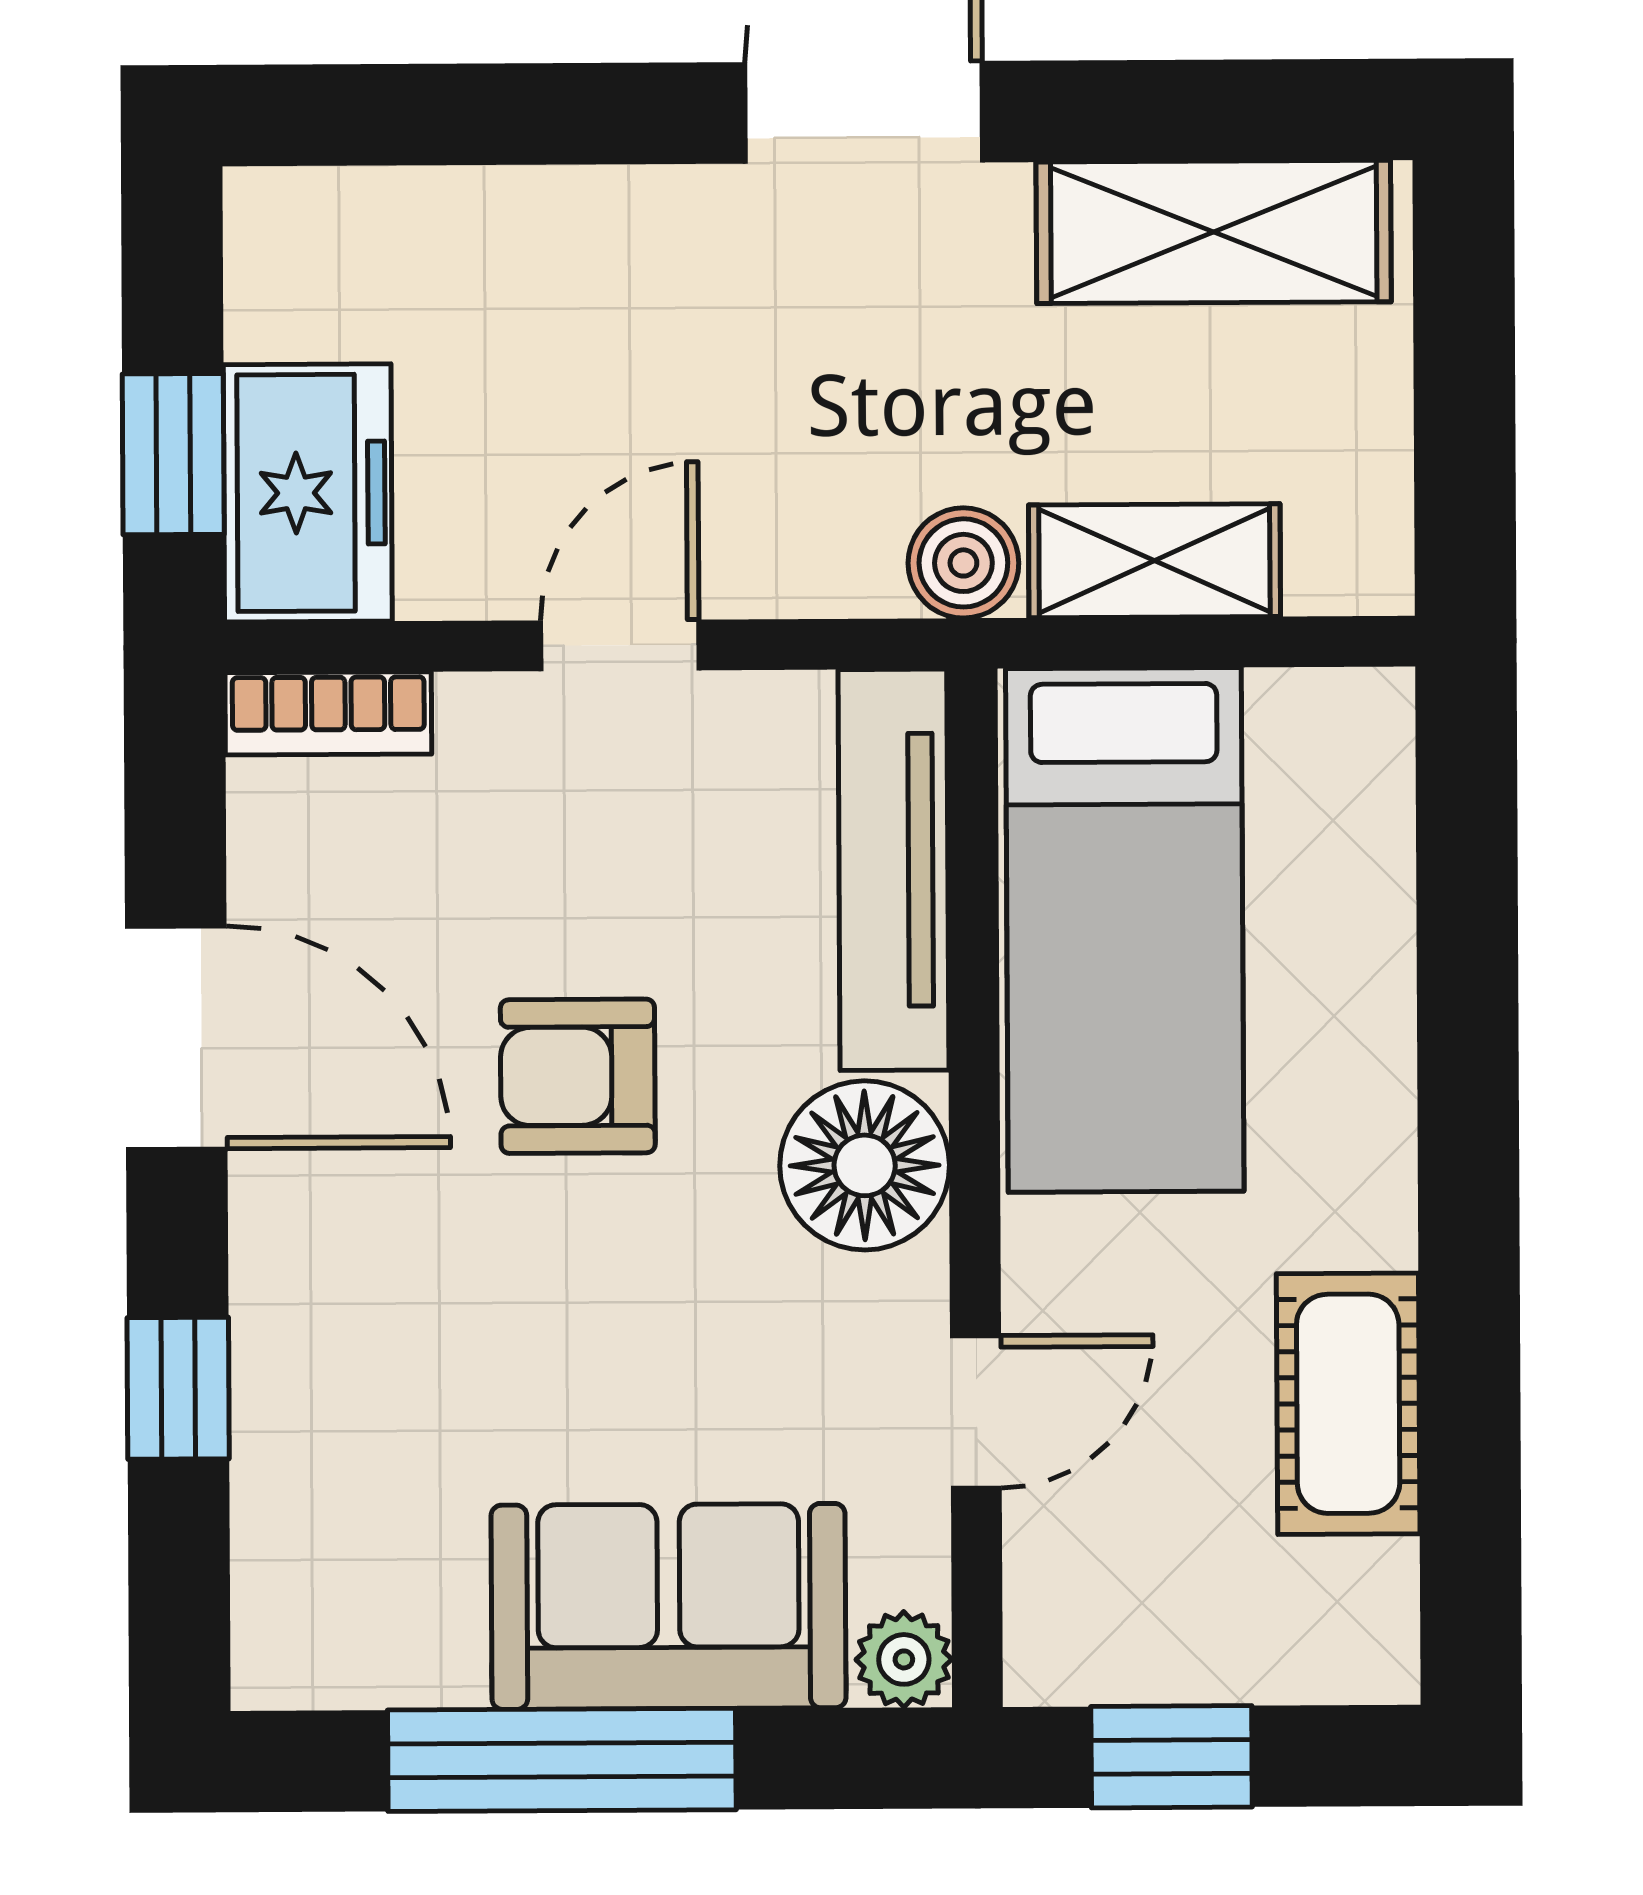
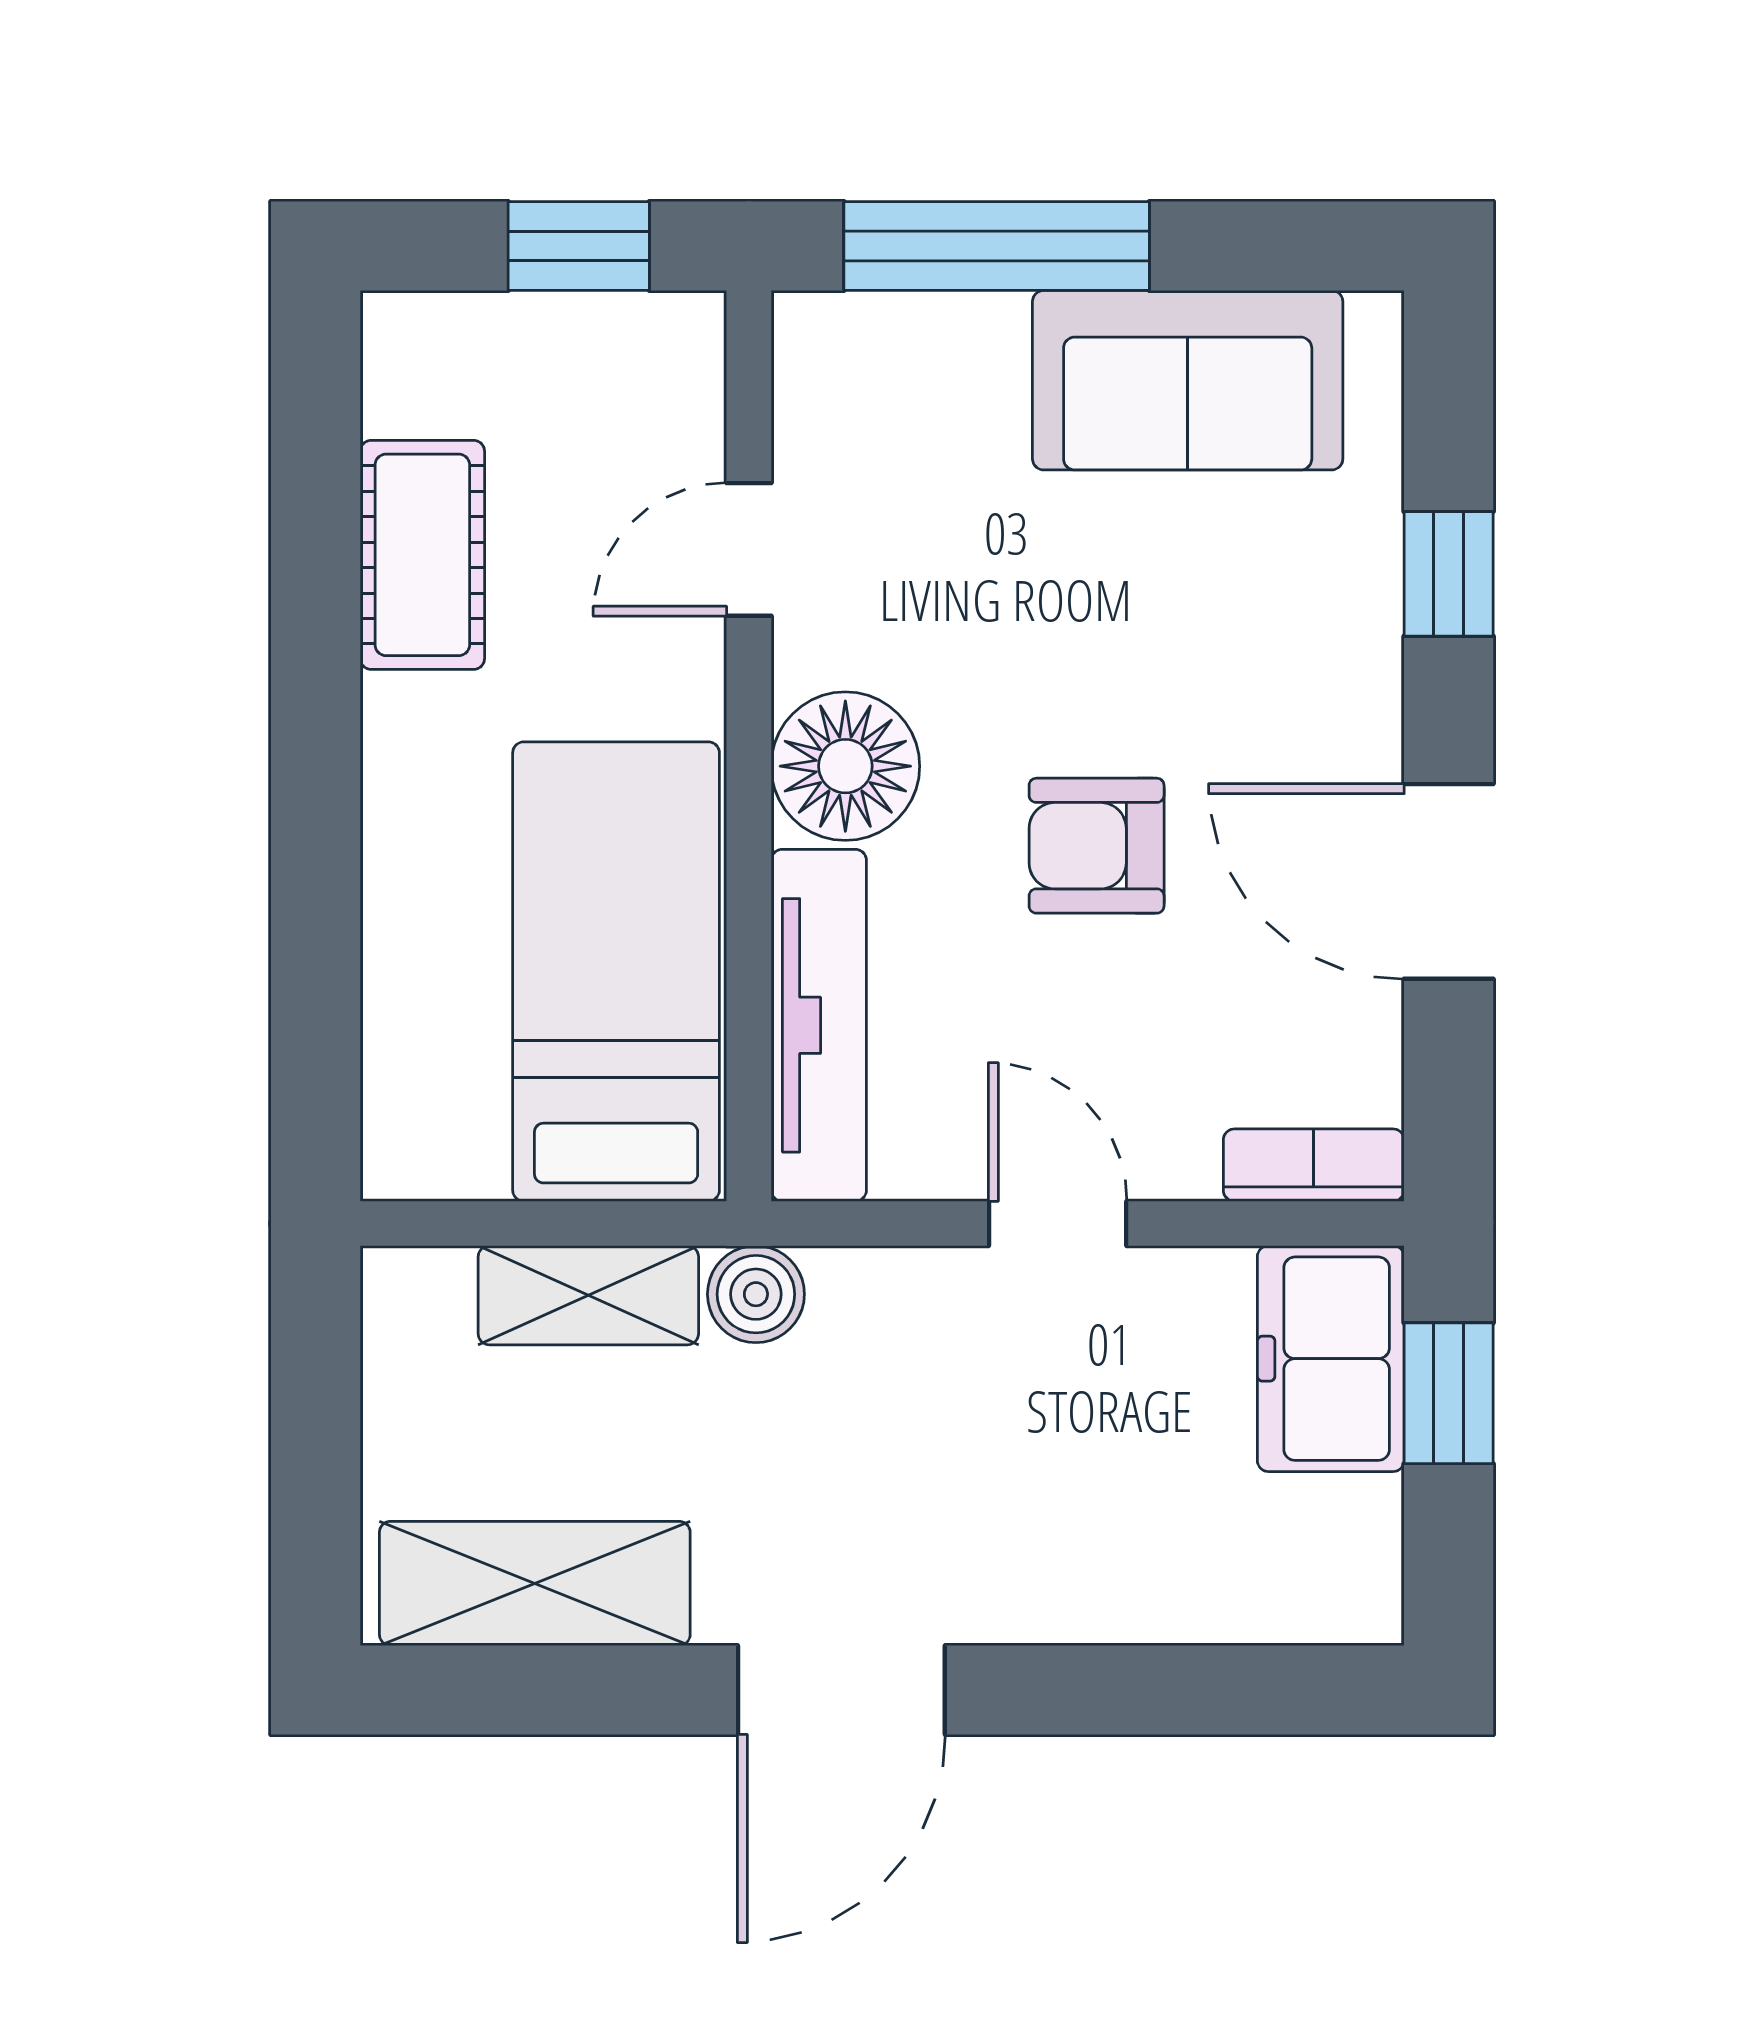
door: (620, 645) -> (1058, 1223), swing flipped
armchair: (578, 1076) -> (1097, 846), turned 180
sofa: (669, 1606) -> (1188, 380), moved
plant: (904, 1659) -> (813, 333), removed
window: (562, 1760) -> (997, 246), moved

